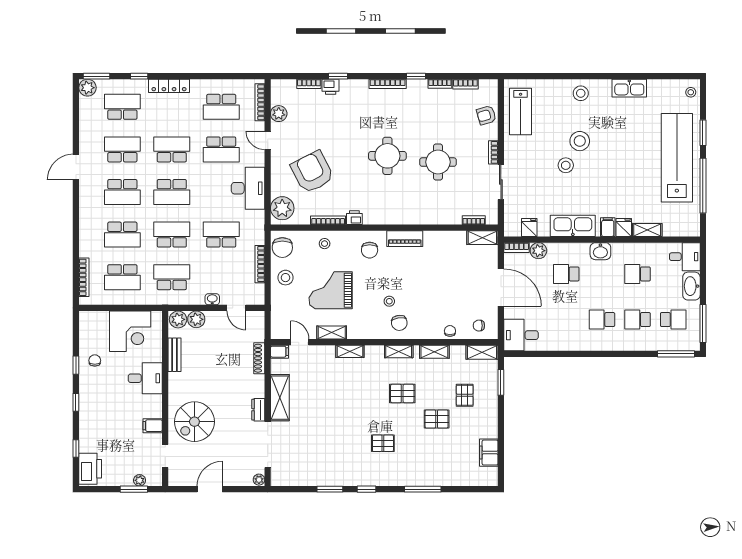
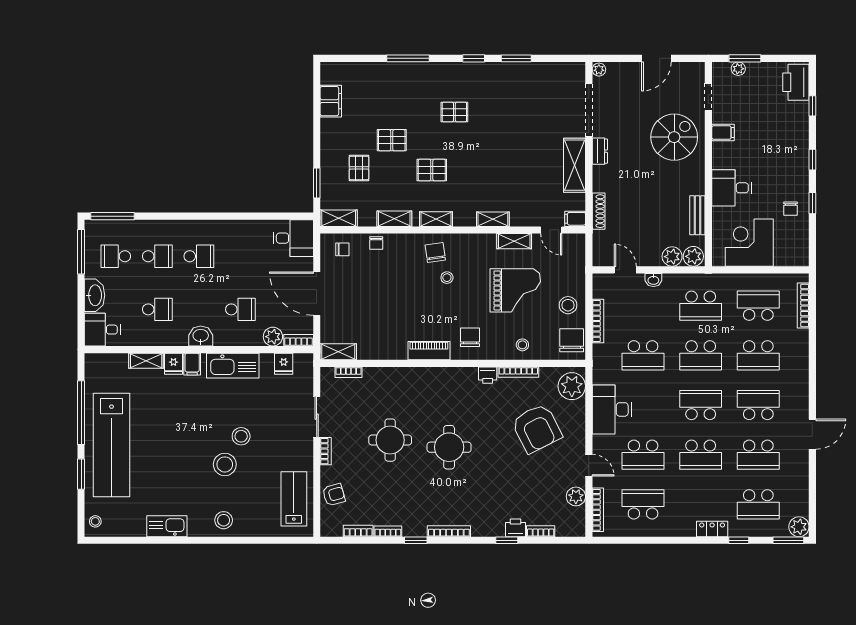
locker: (169, 86) -> (712, 529), width x0.66
school desk: (221, 149) -> (643, 455), turned 180
school desk: (122, 235) -> (758, 355), turned 180

